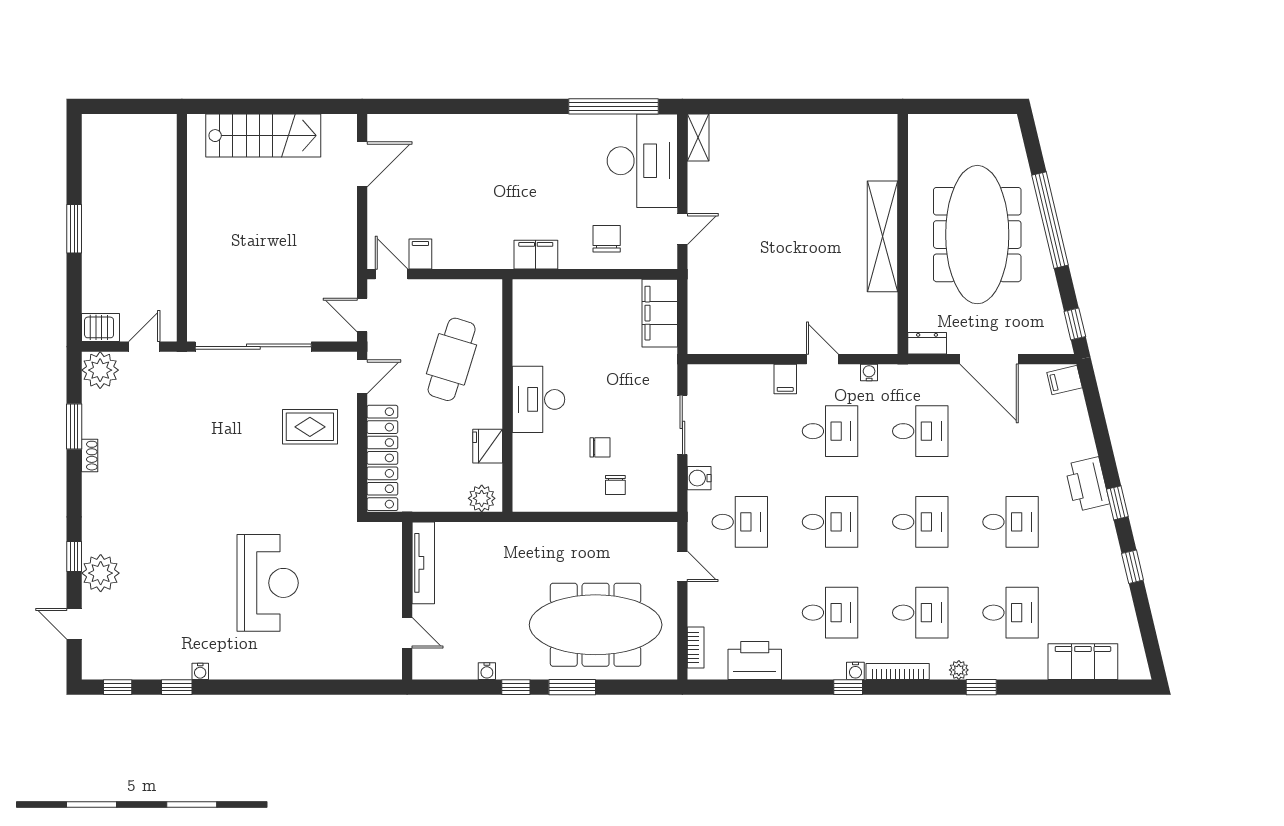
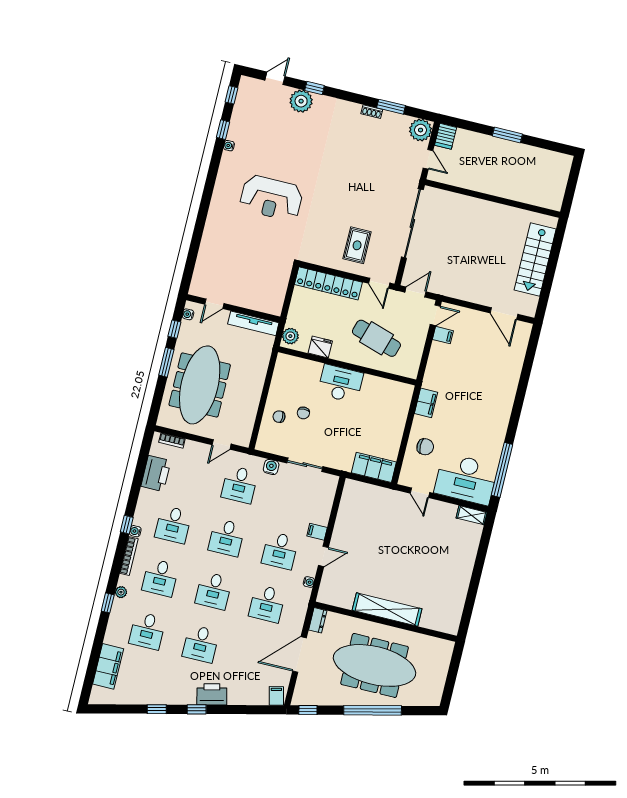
tv unit: (423, 563) -> (253, 323), moved
wall: (407, 601) -> (233, 308), moved
door: (407, 633) -> (214, 304), moved

